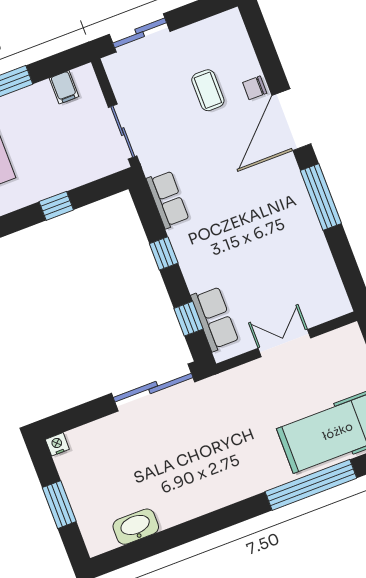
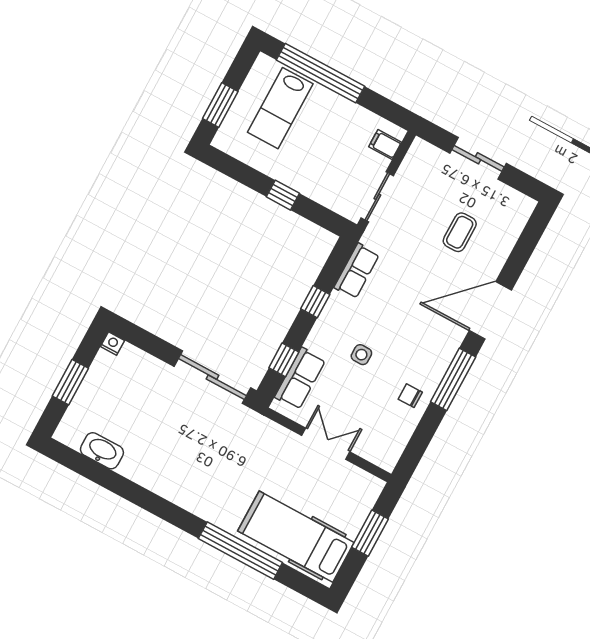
sliding door: (140, 33) -> (478, 158), moved
filing cabinet: (64, 87) -> (385, 145), moved, turned 90
chair: (255, 88) -> (410, 396), moved
side table: (238, 253) -> (361, 355), added

